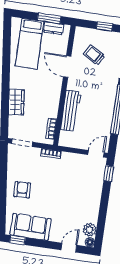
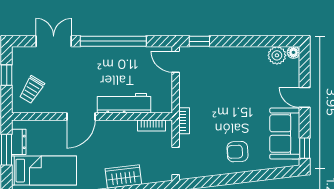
trolley: (94, 55) -> (32, 90), moved
door: (67, 67) -> (81, 117), moved
door: (69, 248) -> (305, 97), moved

